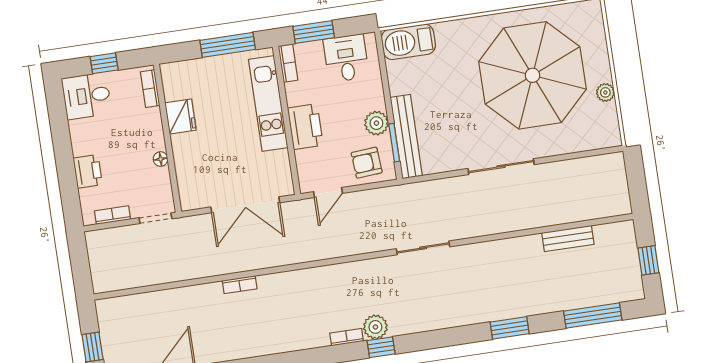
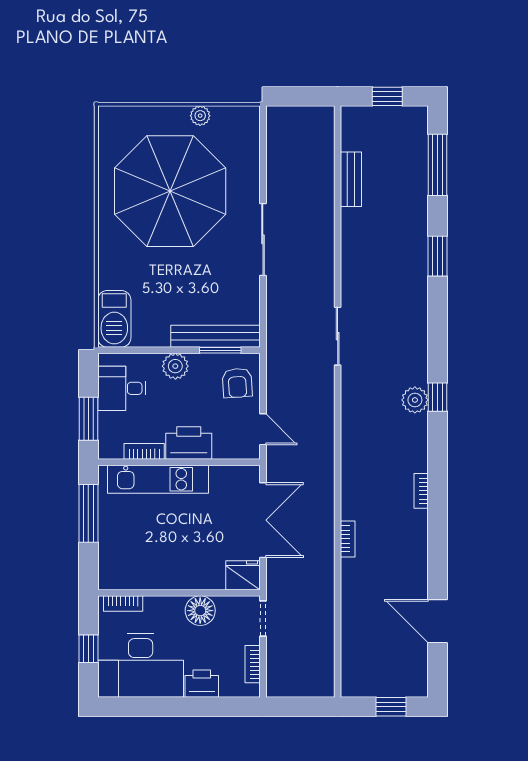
bookcase: (288, 63) -> (144, 451), moved
desk: (87, 96) -> (141, 665), width x1.87, depth x1.30
fridge: (180, 117) -> (243, 575), moved
plant: (376, 123) -> (175, 366), moved
floor lamp: (161, 159) -> (200, 611), width x1.89, depth x1.89
bookcase: (347, 337) -> (421, 491), moved

